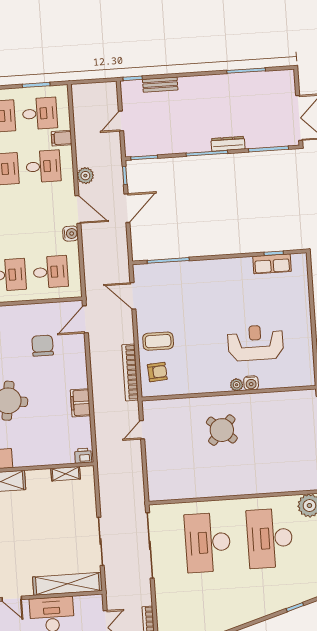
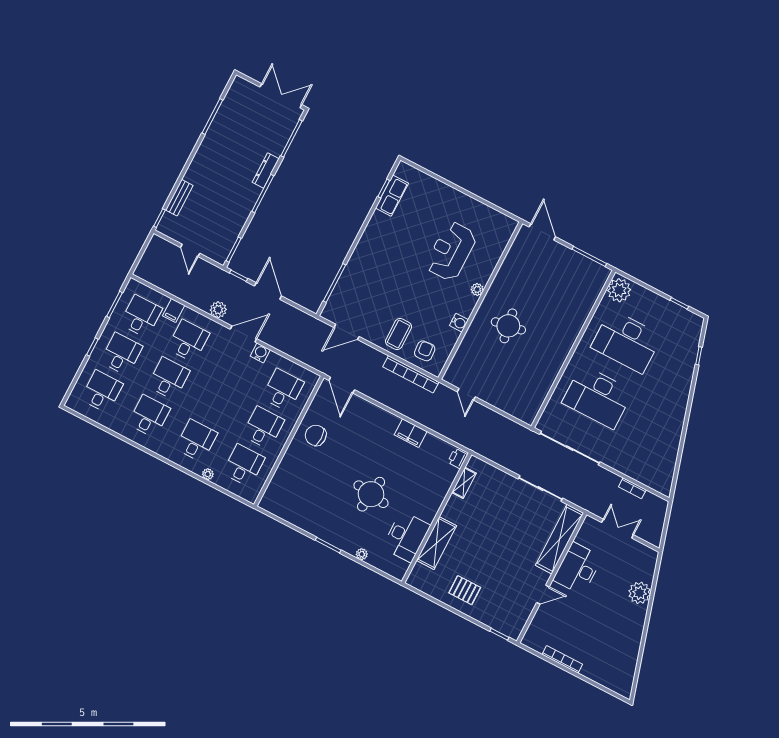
chair: (43, 346) -> (316, 435), moved
water cooler: (251, 383) -> (459, 323), moved
round table: (222, 430) -> (508, 326), turned 38

